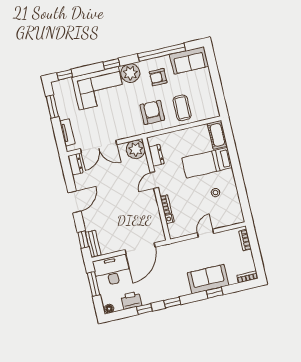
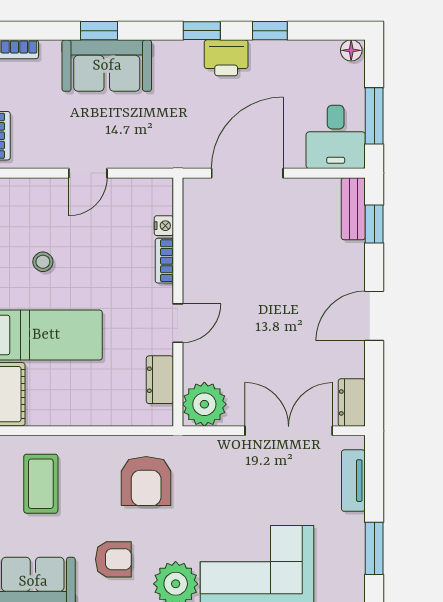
coffee table: (182, 108) -> (41, 484), moved
desk: (112, 271) -> (336, 137), width x0.73
printer: (131, 300) -> (226, 58), moved

